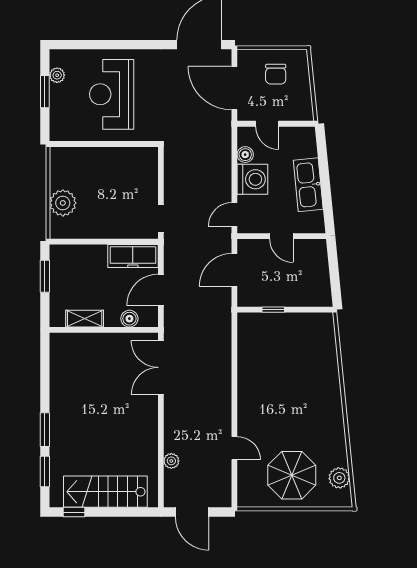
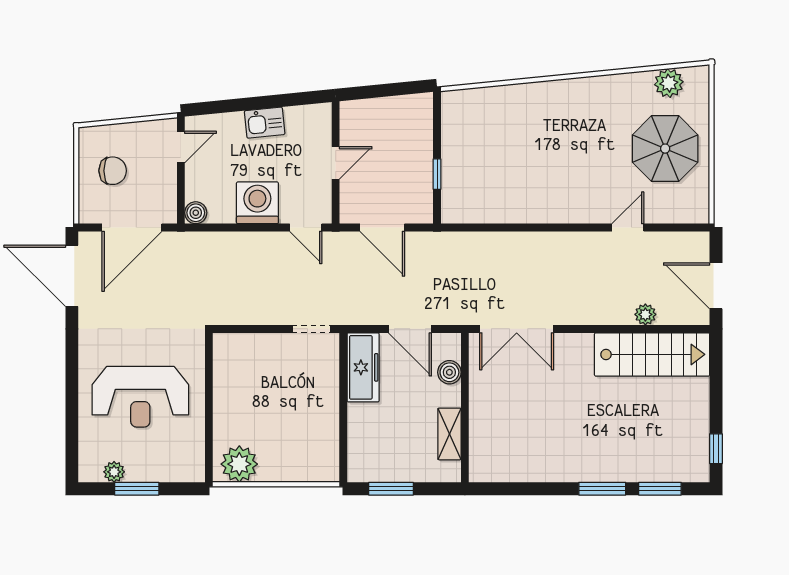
door: (267, 124) -> (181, 147), moved
boiler: (245, 155) -> (196, 213), moved
kitchen sink: (308, 185) -> (265, 123), width x0.53, depth x0.81
plant: (63, 203) -> (239, 464), moved
stairs: (105, 492) -> (652, 354), moved, turned -90
door: (192, 512) -> (716, 286), swing flipped

